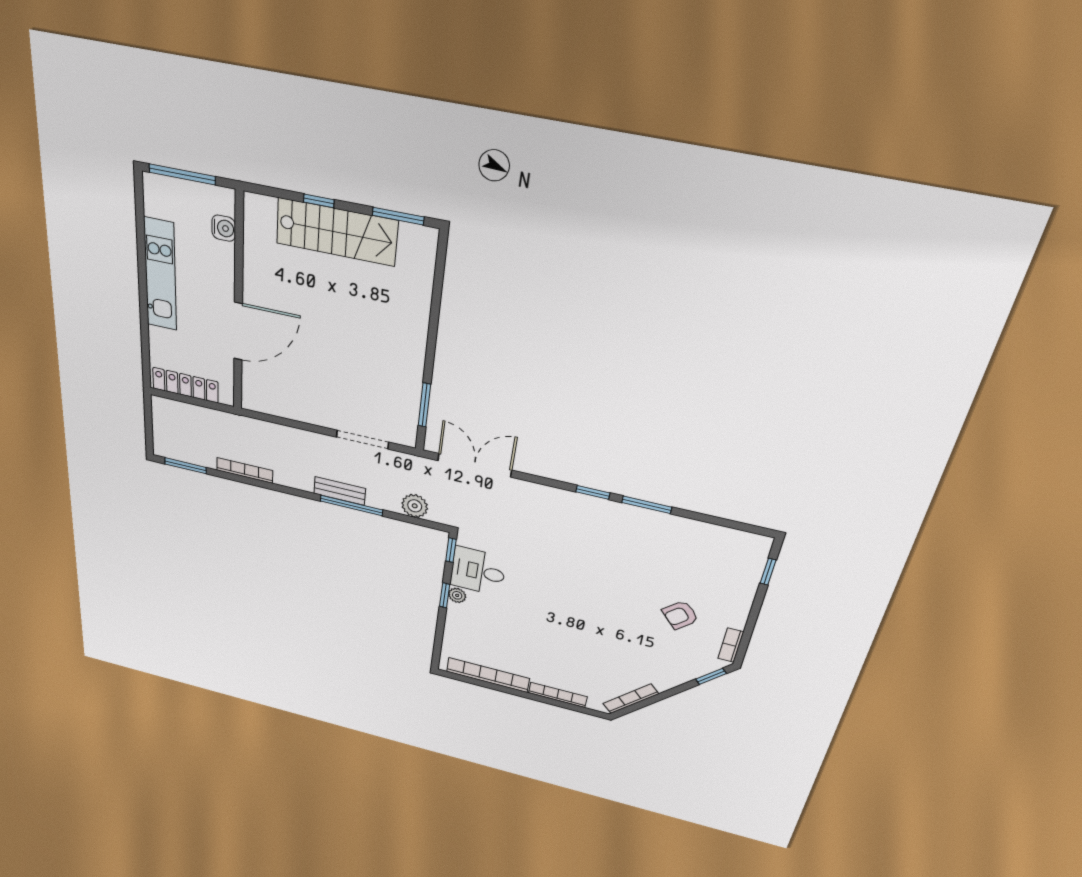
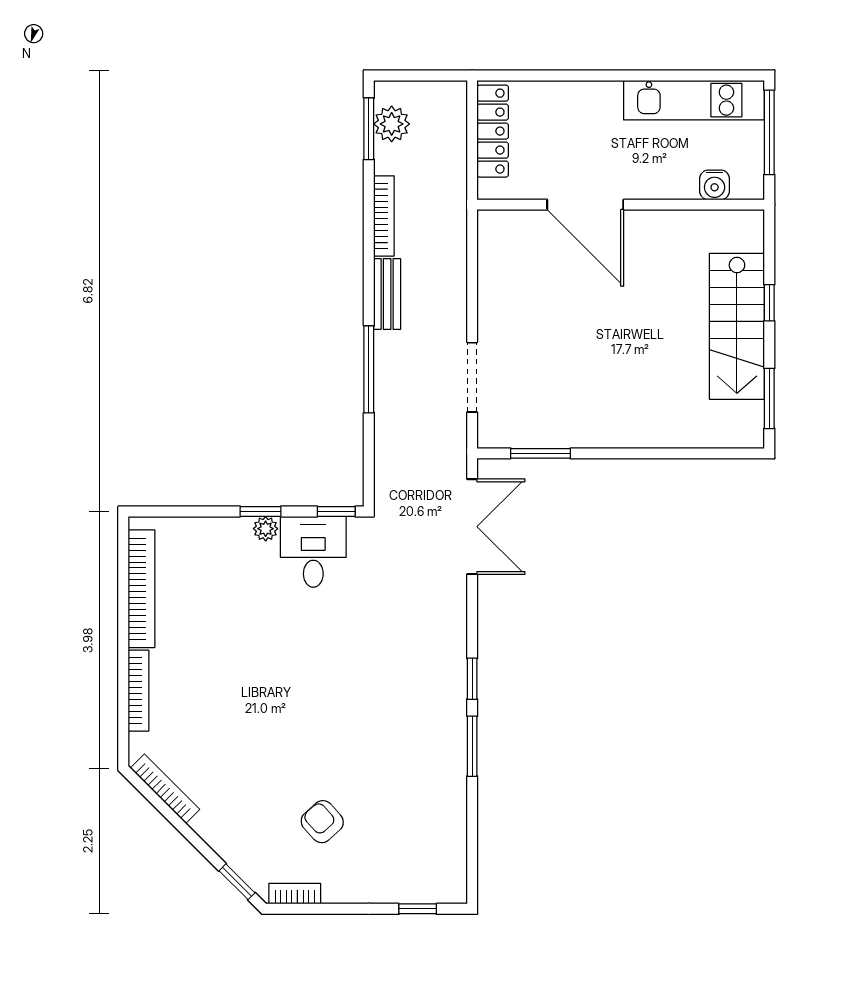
kitchen unit: (160, 275) -> (694, 100), moved
bench: (340, 491) -> (387, 294), moved
plant: (415, 506) -> (392, 124), moved

